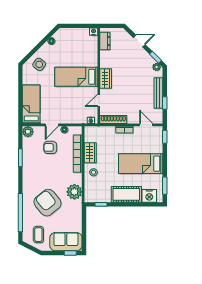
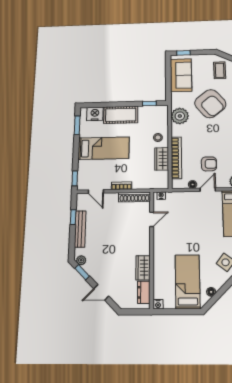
bed: (76, 77) -> (188, 282), moved, turned -90
wardrobe: (106, 78) -> (143, 268), moved
sofa: (66, 242) -> (181, 75), moved, turned -90

